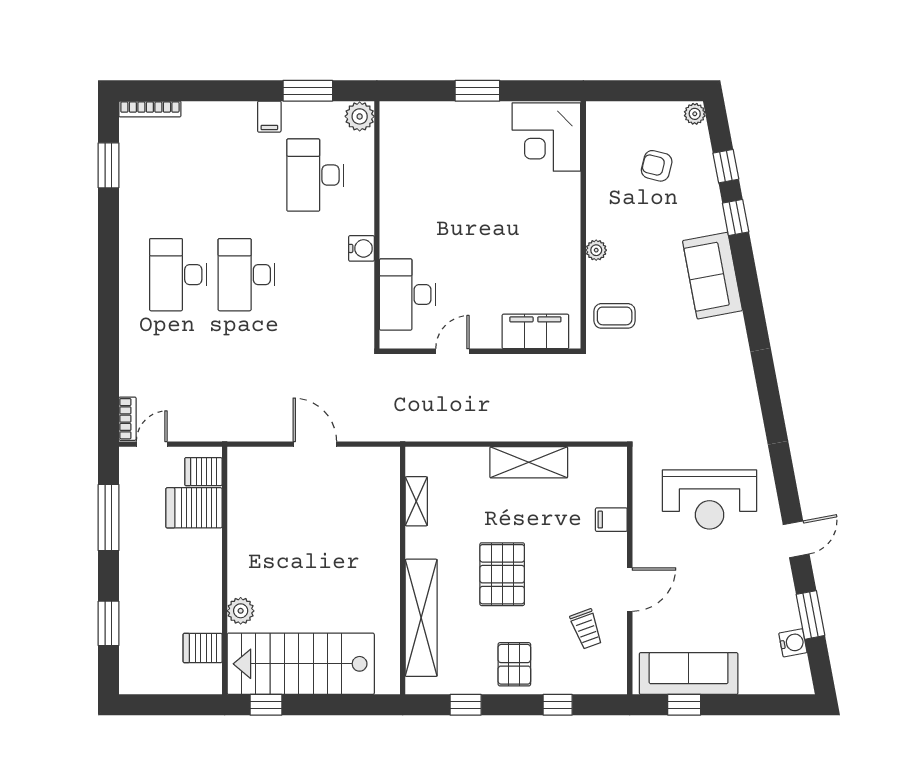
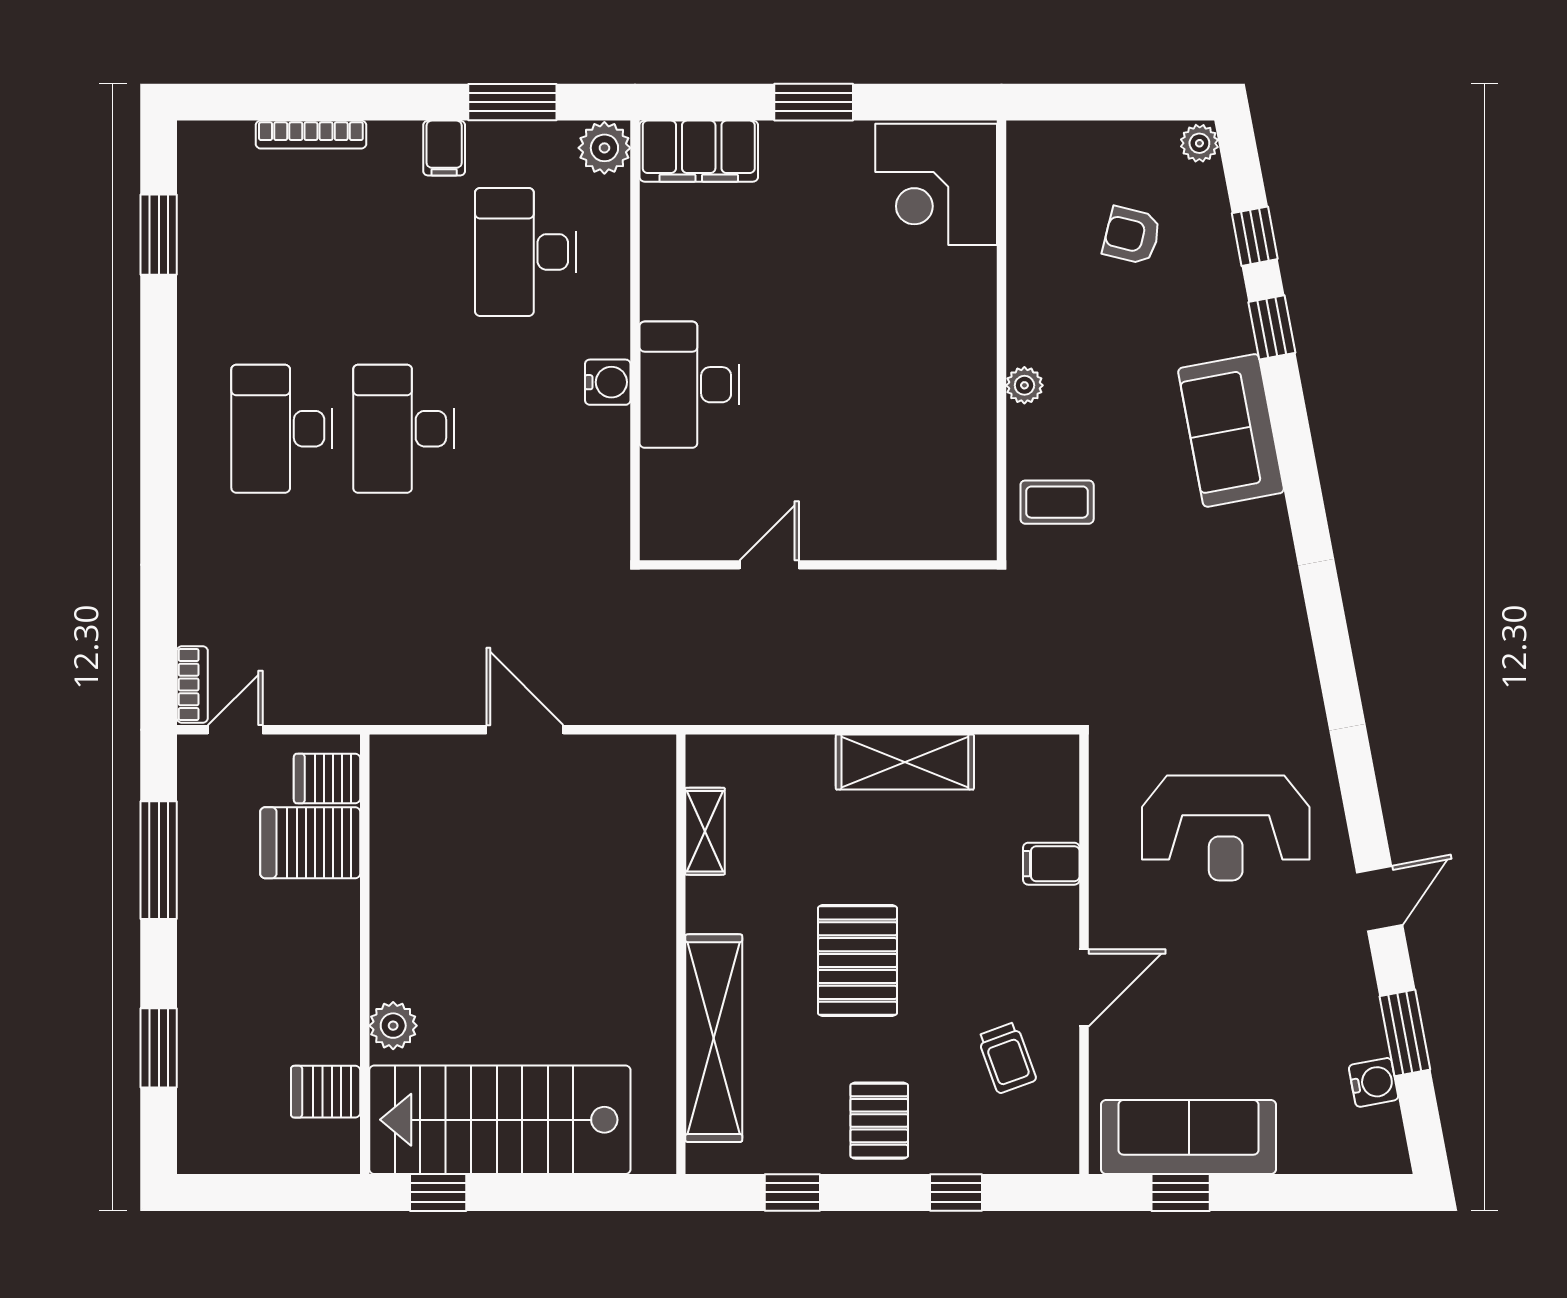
bookcase: (150, 109) -> (311, 135), moved
desk: (407, 295) -> (689, 385), moved
filing cabinet: (535, 331) -> (699, 151), moved, turned 180

